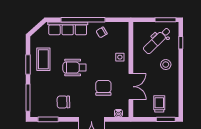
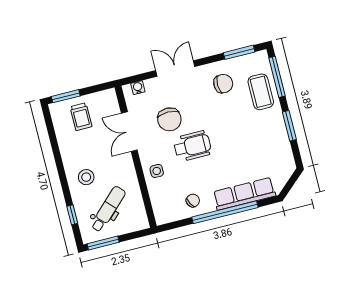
coffee table: (43, 59) -> (261, 92), moved
wheelchair: (74, 68) -> (192, 146), moved

